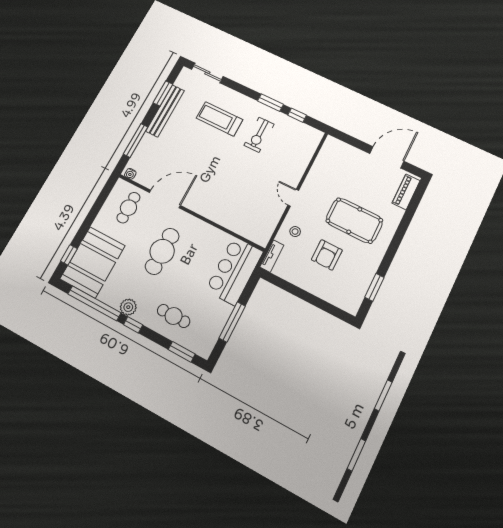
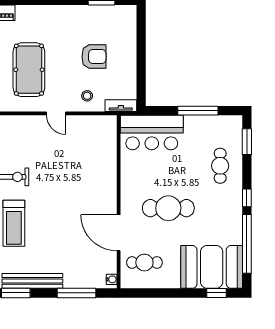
door: (293, 198) -> (56, 113), hinge flipped
pool table: (354, 221) -> (29, 70), moved
plant: (128, 307) -> (234, 211), removed

